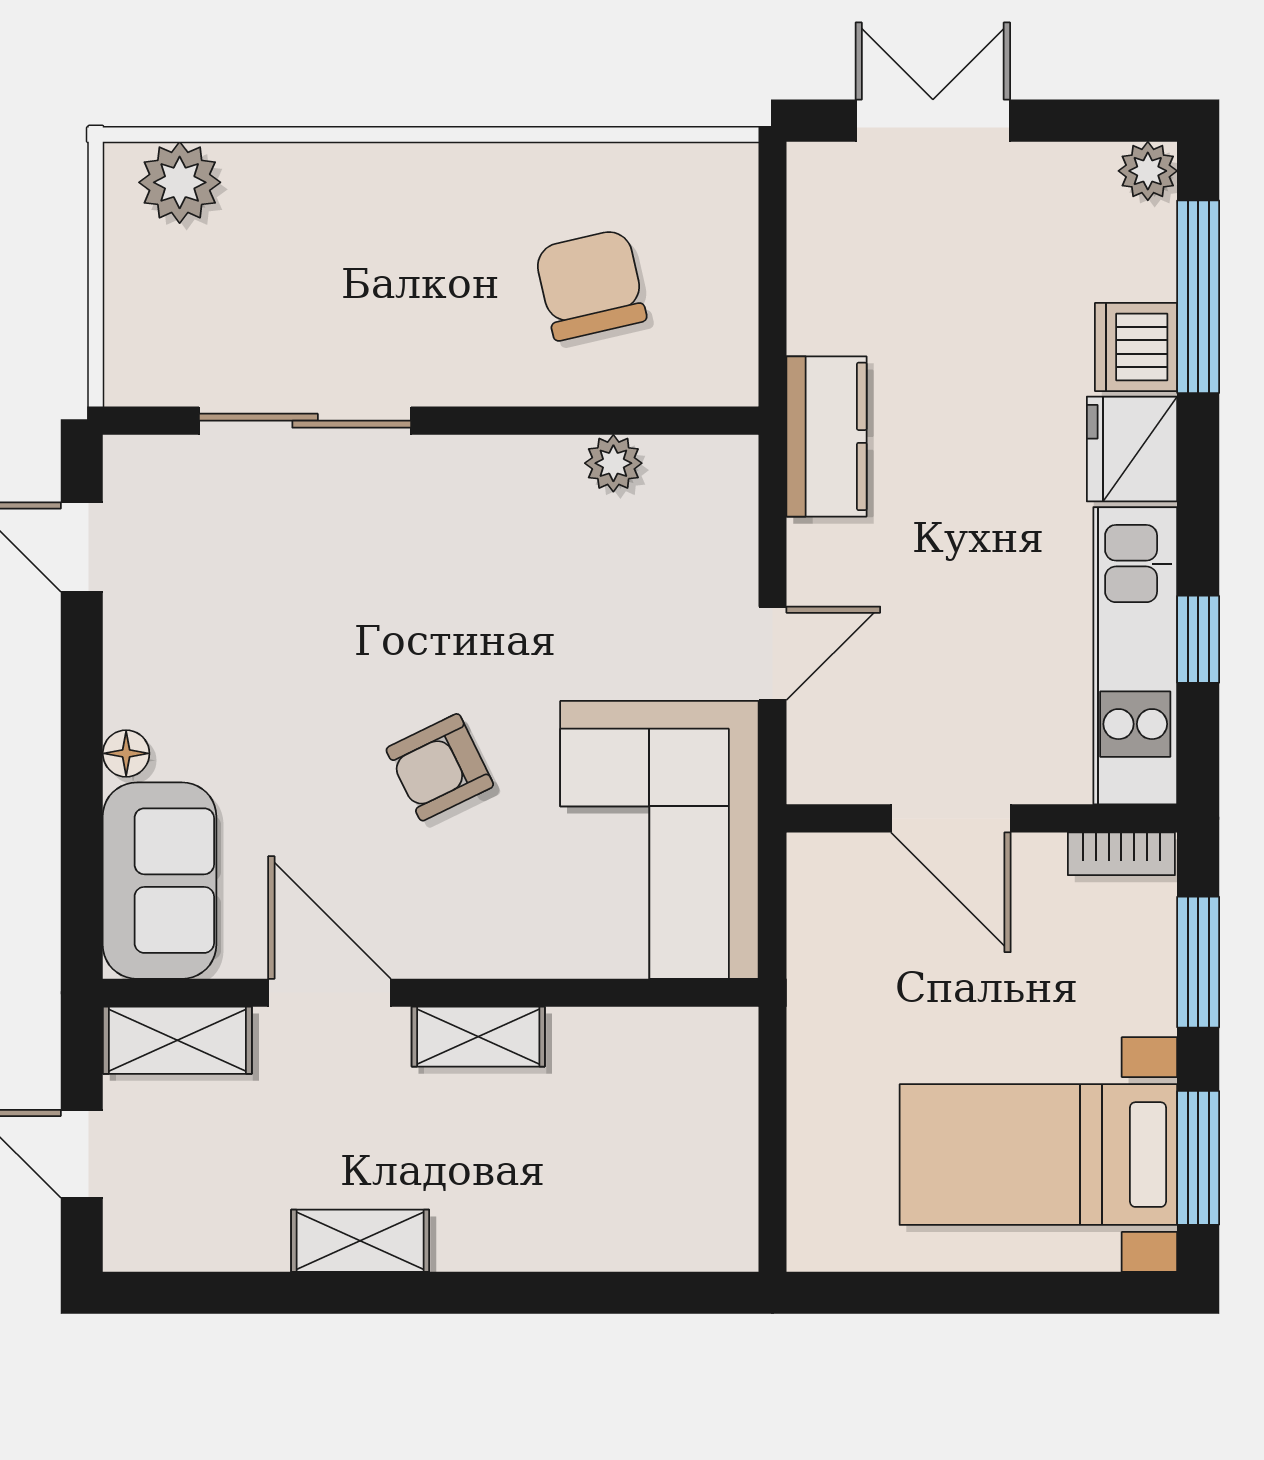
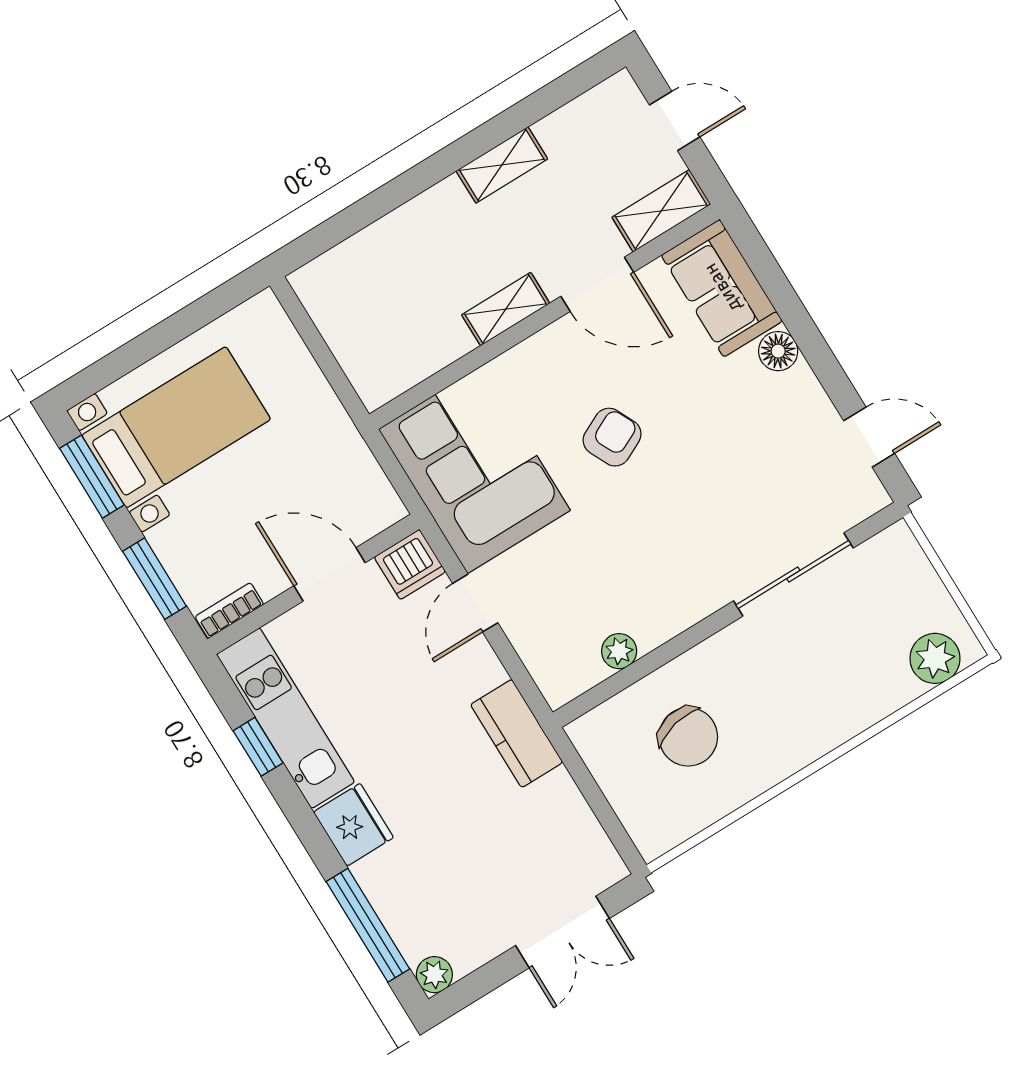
dishwasher: (1136, 347) -> (410, 564), moved, turned 90
floor lamp: (126, 753) -> (778, 351), width x1.37, depth x1.37

